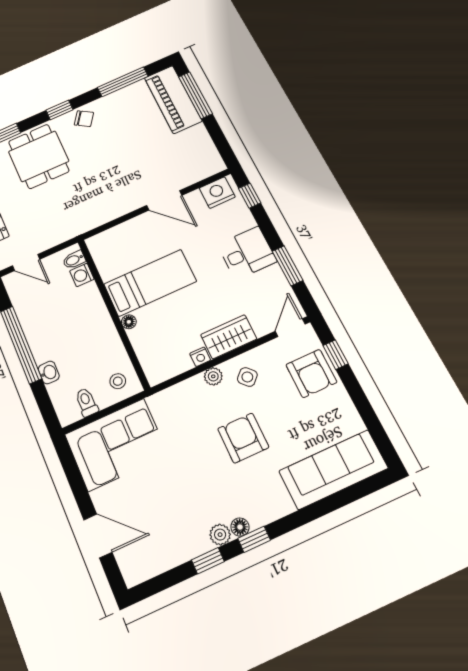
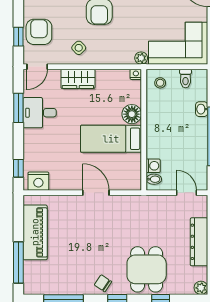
piano: (173, 99) -> (35, 232), moved
door: (164, 200) -> (96, 193), moved
desk: (247, 253) -> (40, 113), moved
floor lamp: (129, 322) -> (132, 114), width x1.89, depth x1.89
nightstand: (200, 357) -> (136, 74), moved
plant: (213, 376) -> (141, 58), moved

